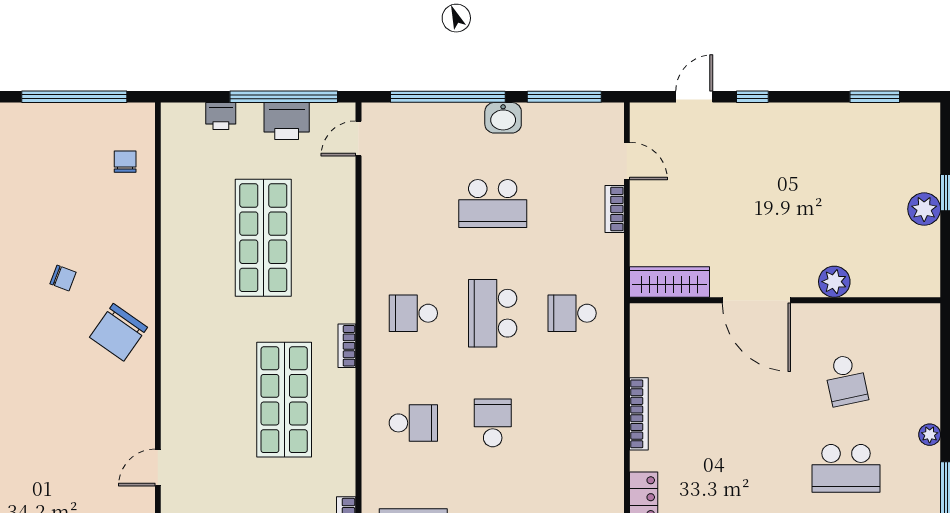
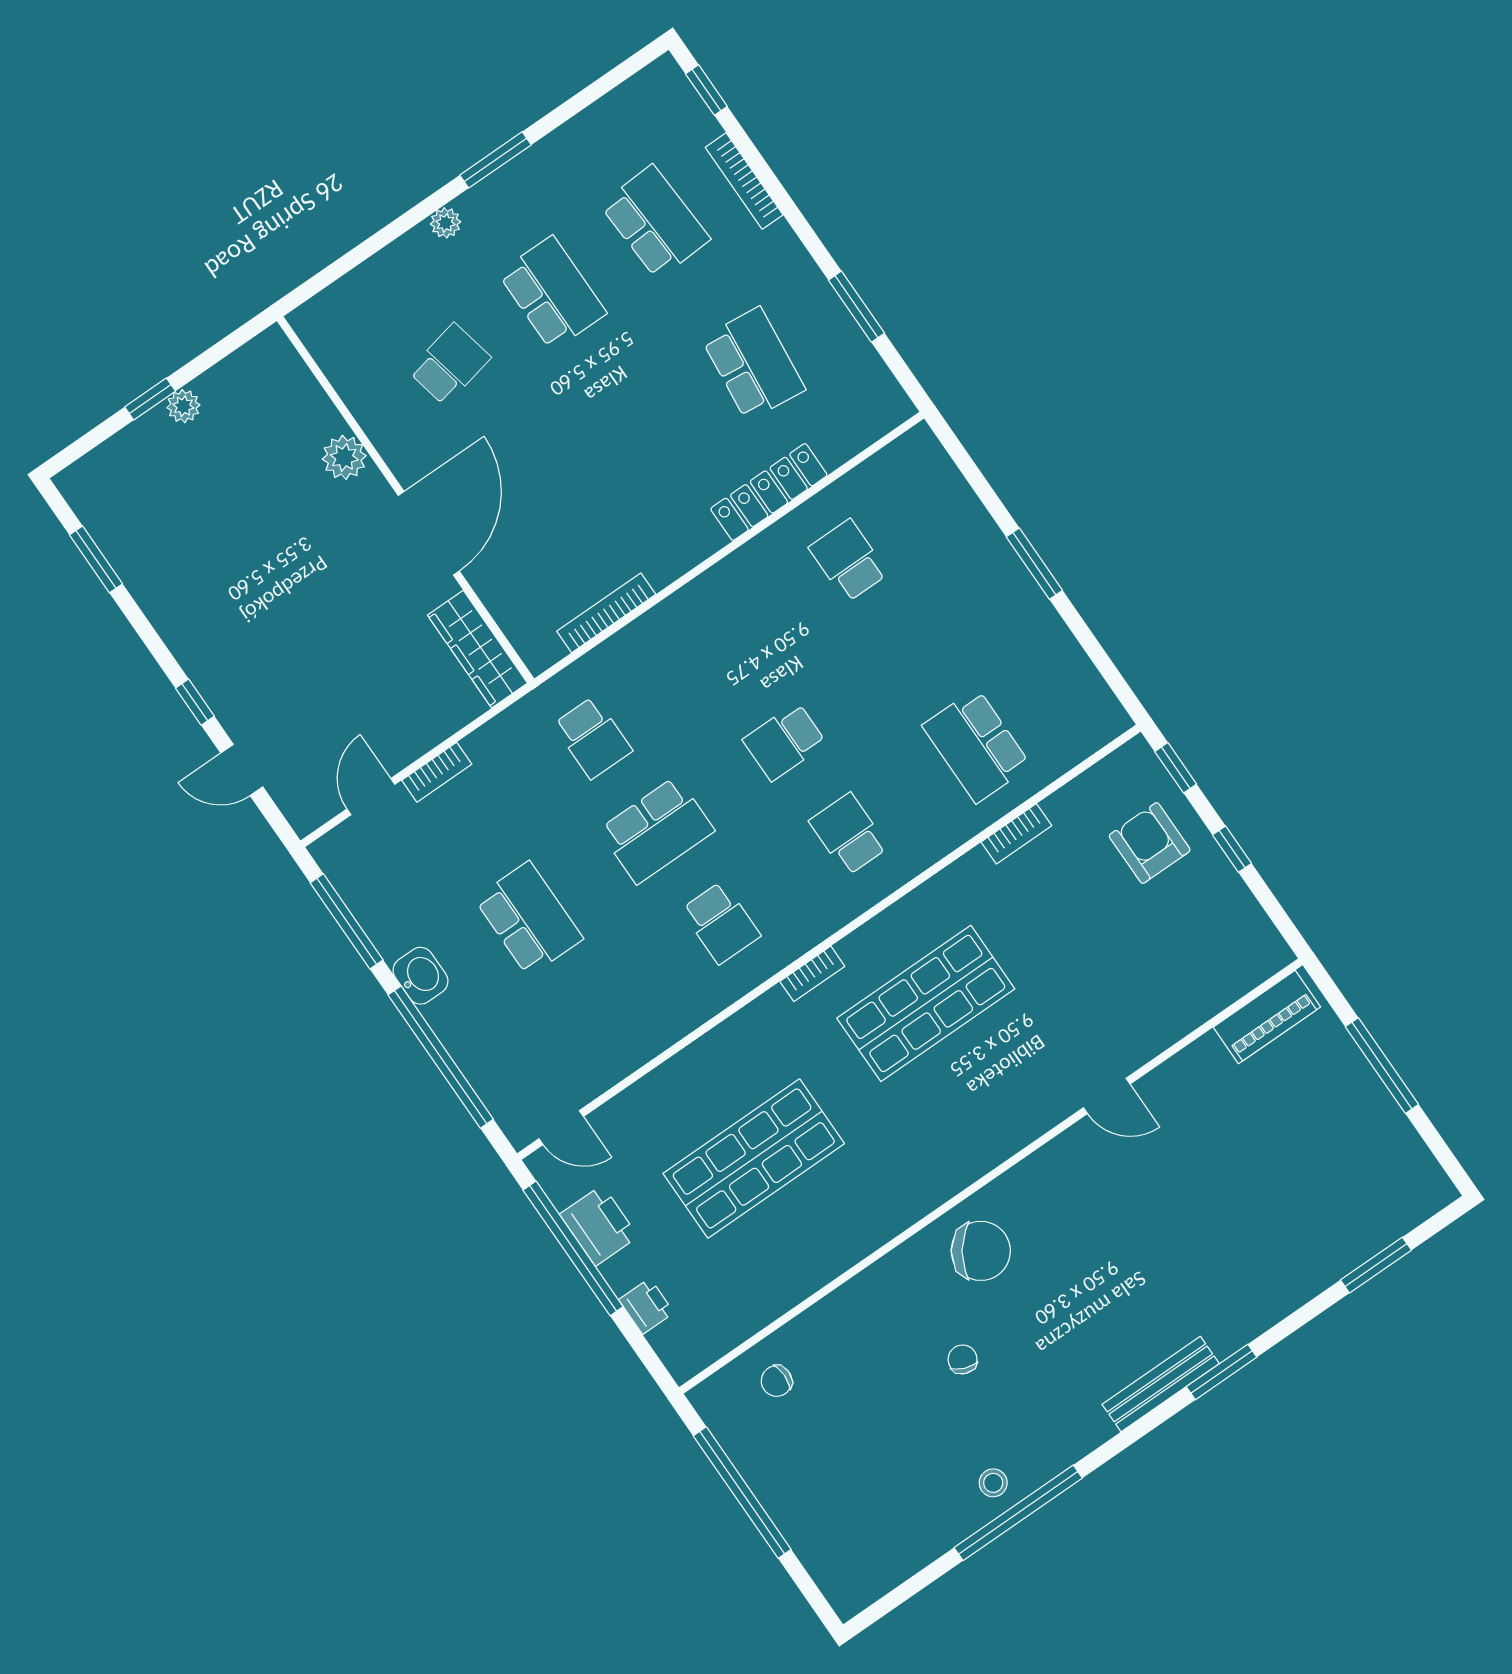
plant: (924, 209) -> (183, 406), width x0.73, depth x0.73
bookcase: (639, 414) -> (606, 613), moved

